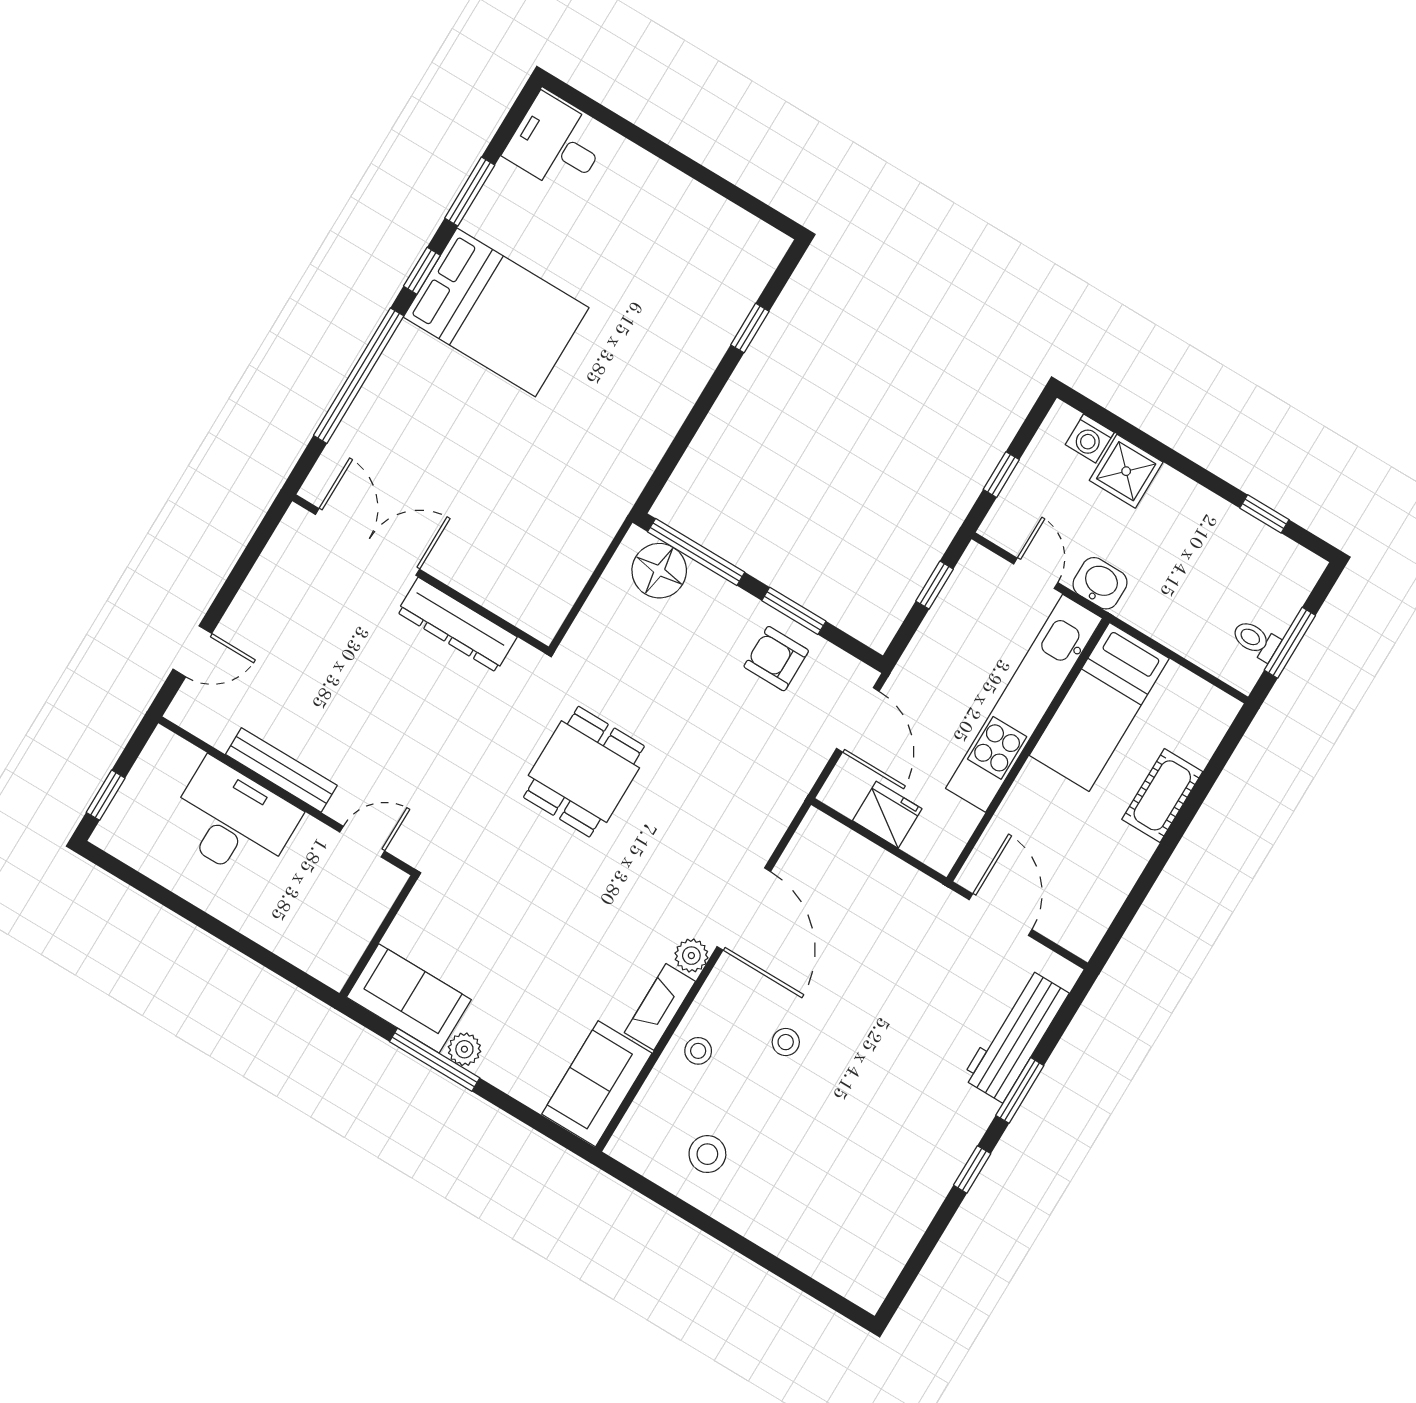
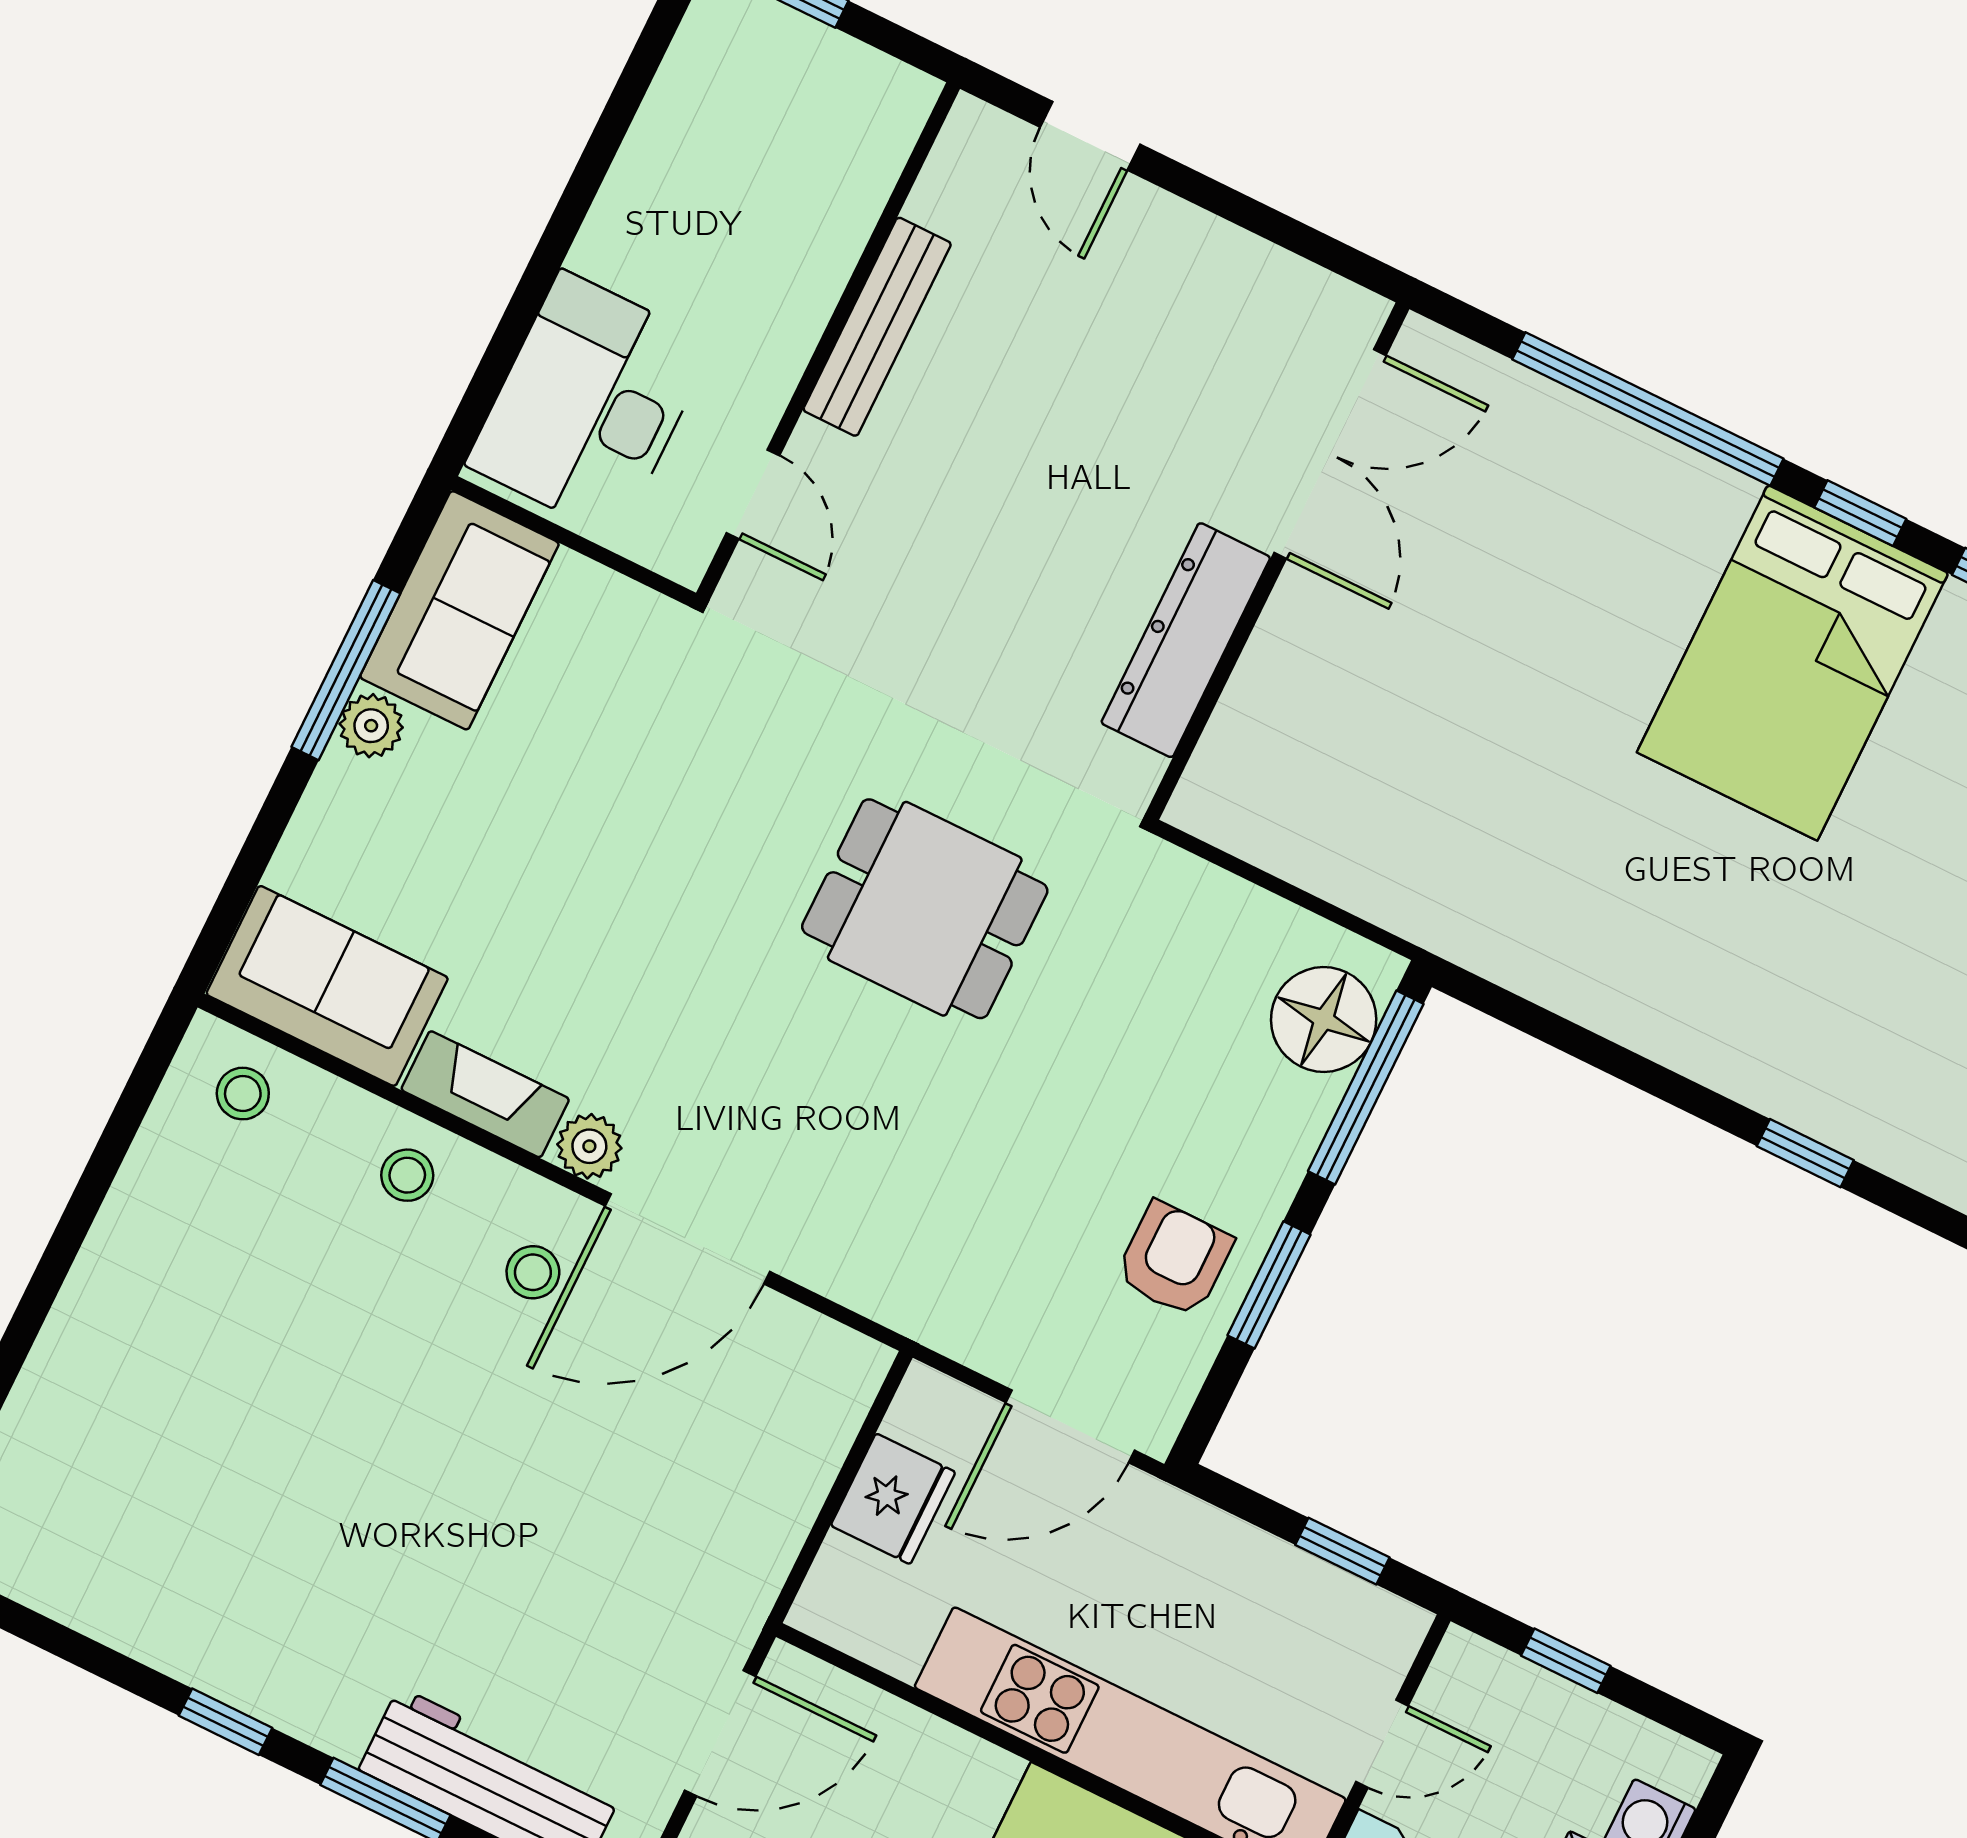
desk: (233, 821) -> (589, 404), moved, turned 180
stool: (786, 1042) -> (533, 1272), moved
stool: (707, 1154) -> (243, 1094), moved, width x0.73, depth x0.73

